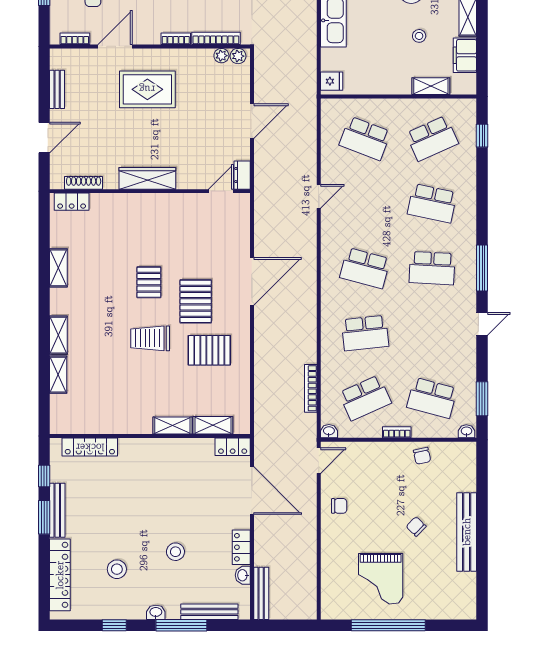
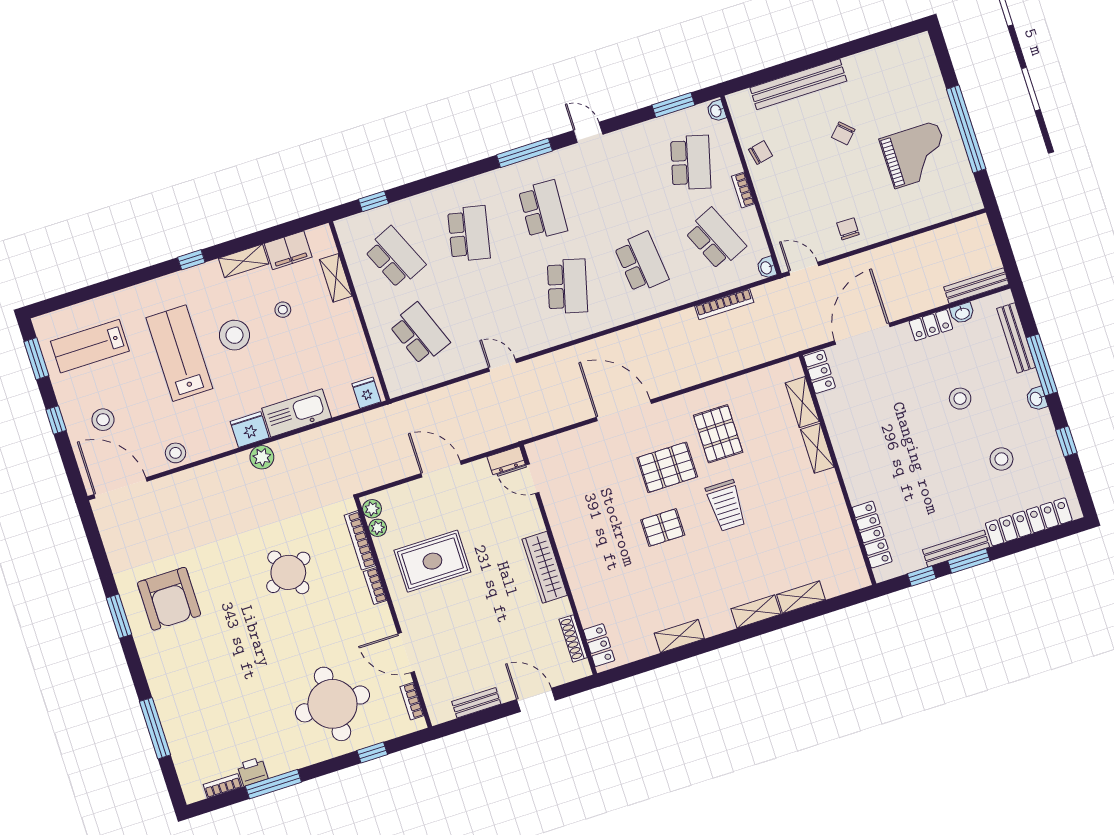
rug: (147, 89) -> (432, 561), moved, turned 90
school desk: (365, 138) -> (419, 334), turned -42
bench: (467, 532) -> (798, 84), moved

